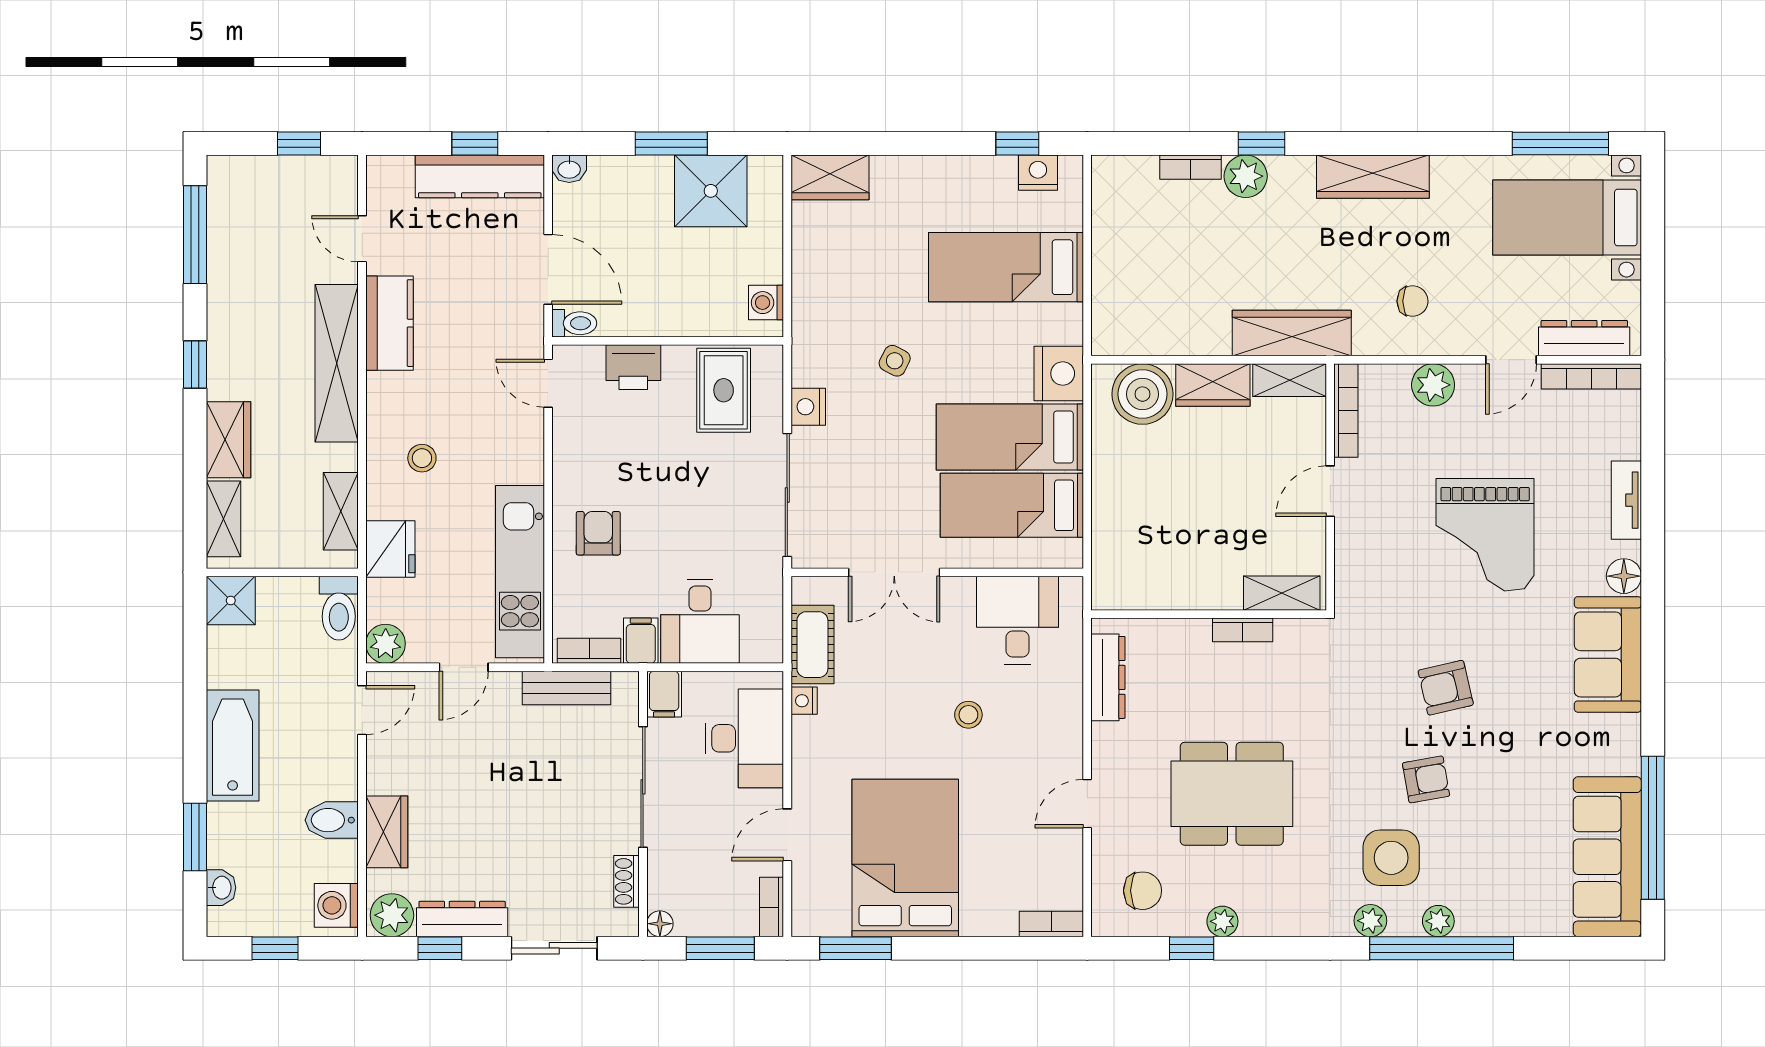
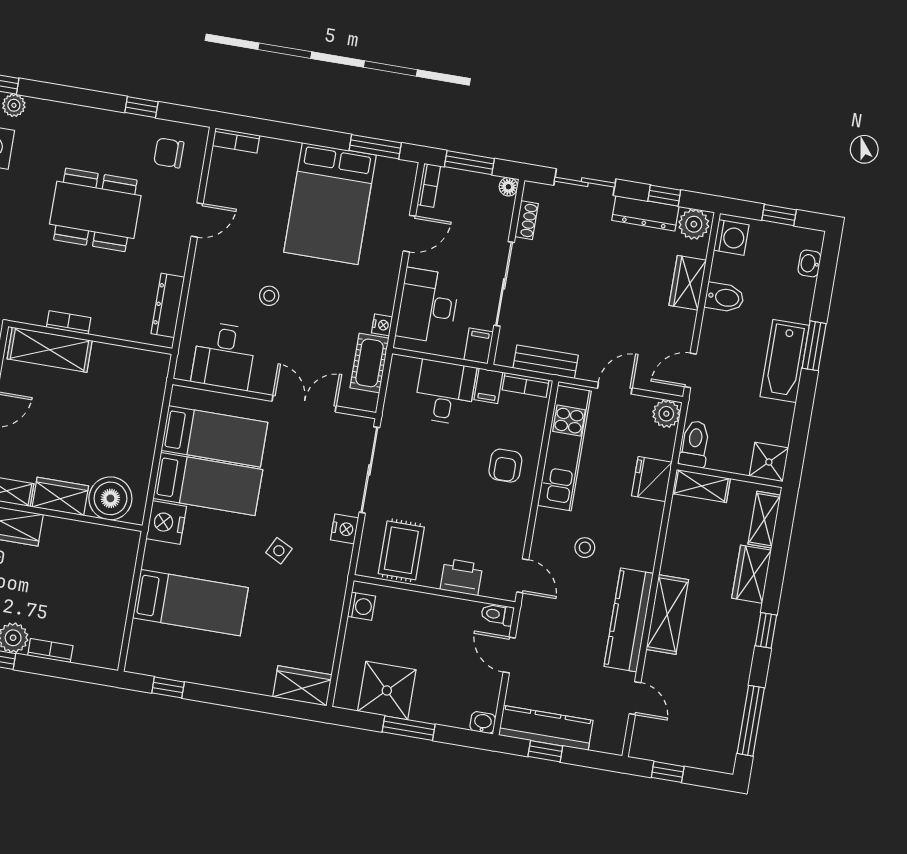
nightstand: (1038, 173) -> (157, 665), removed
door: (548, 269) -> (509, 655), width x0.73
kitchen counter: (389, 323) -> (629, 620), width x1.50
shelving: (337, 363) -> (667, 615), width x0.68
stool: (422, 458) -> (585, 548), moved
shelving: (341, 511) -> (701, 486), moved, turned 90
shelving: (1282, 593) -> (50, 350), width x1.50, depth x1.33
window: (195, 837) -> (814, 346), moved
plant: (1222, 921) -> (117, 122), removed

